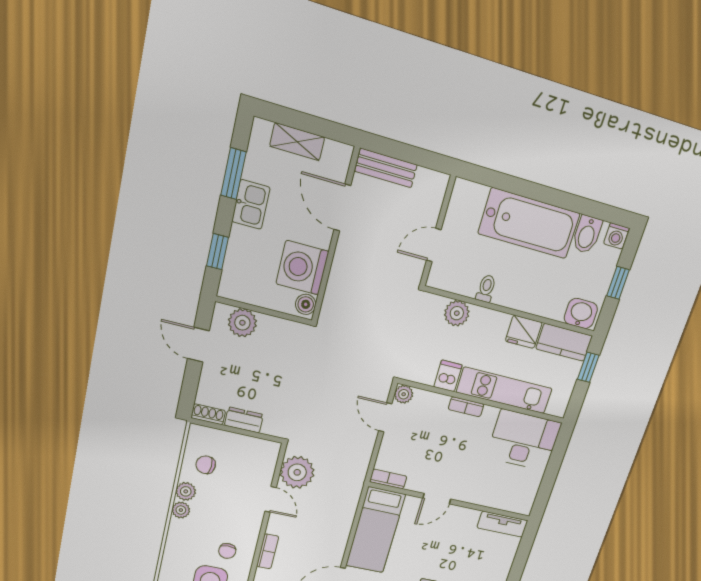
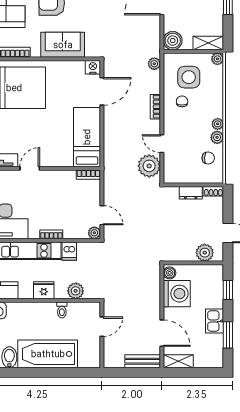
shelving: (297, 142) -> (178, 361), moved
fridge: (524, 332) -> (44, 290), moved
door: (437, 499) -> (30, 168), moved

